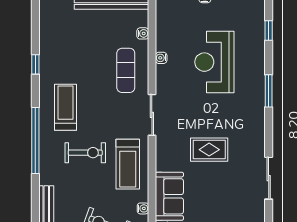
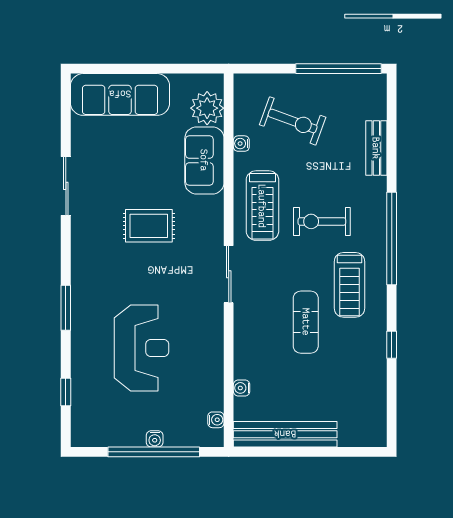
water cooler: (161, 58) -> (216, 420), moved
exercise mat: (126, 70) -> (306, 322), moved
treadmill: (128, 164) -> (262, 206), turned 180

